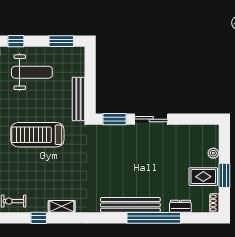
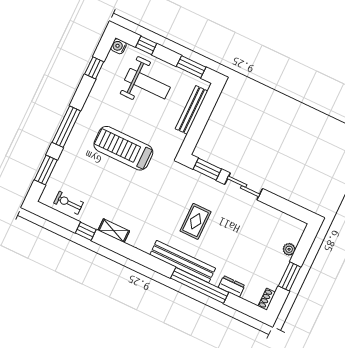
bench: (79, 99) -> (192, 110), moved
rug: (203, 177) -> (196, 221), moved, turned 90

